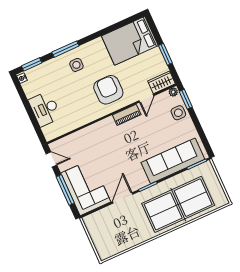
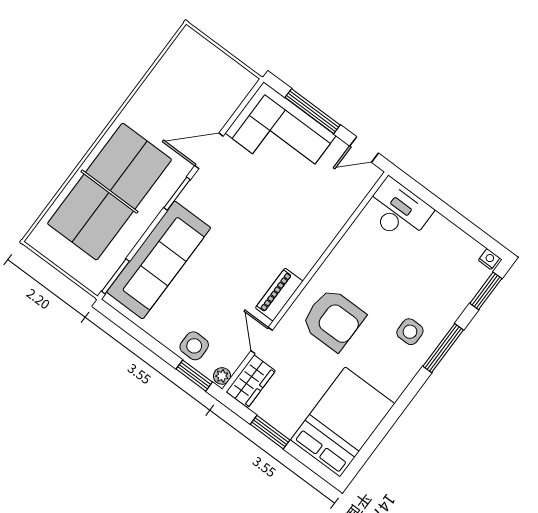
desk: (45, 109) -> (398, 211), moved
door: (123, 198) -> (209, 151), swing flipped

